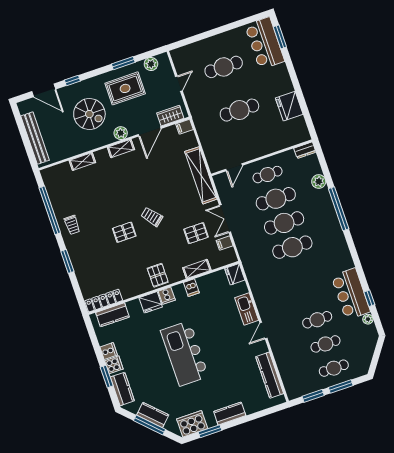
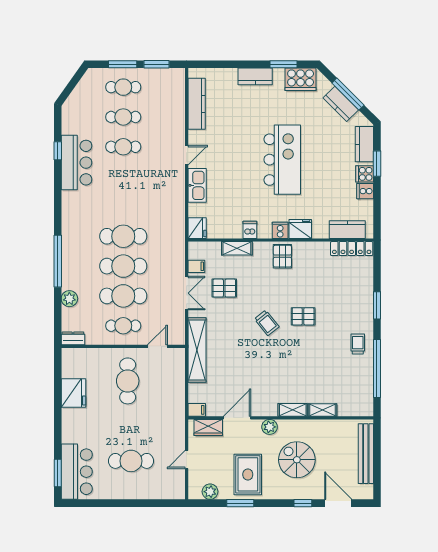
rug: (125, 88) -> (248, 474), turned 90
cafe table: (239, 110) -> (128, 381), moved, turned 90
shelving: (121, 148) -> (293, 410), moved
plant: (368, 319) -> (67, 128), removed

